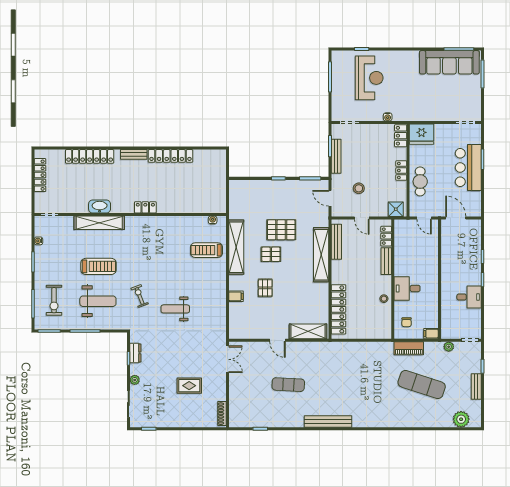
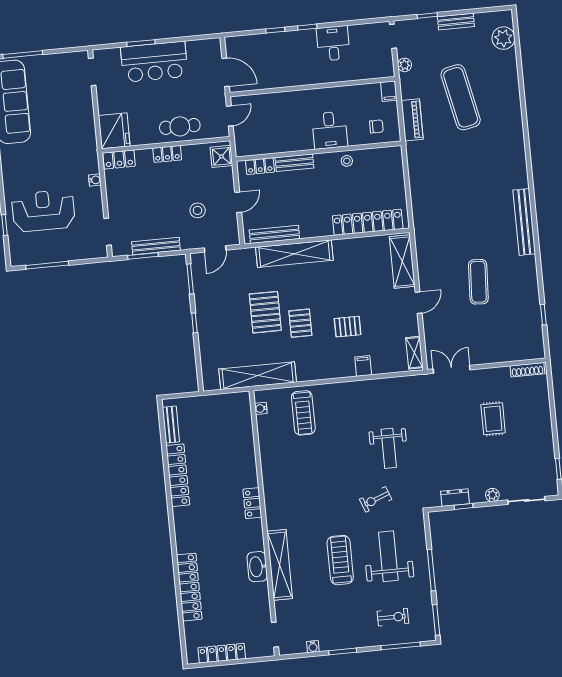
bench: (134, 154) -> (171, 425), moved
door: (456, 218) -> (226, 72), swing flipped
shelving: (236, 247) -> (258, 376), moved
exercise bike: (54, 300) -> (393, 617), width x0.73, depth x0.72
shelving: (242, 334) -> (414, 353), added
exercise mat: (422, 385) -> (461, 97), turned -30

